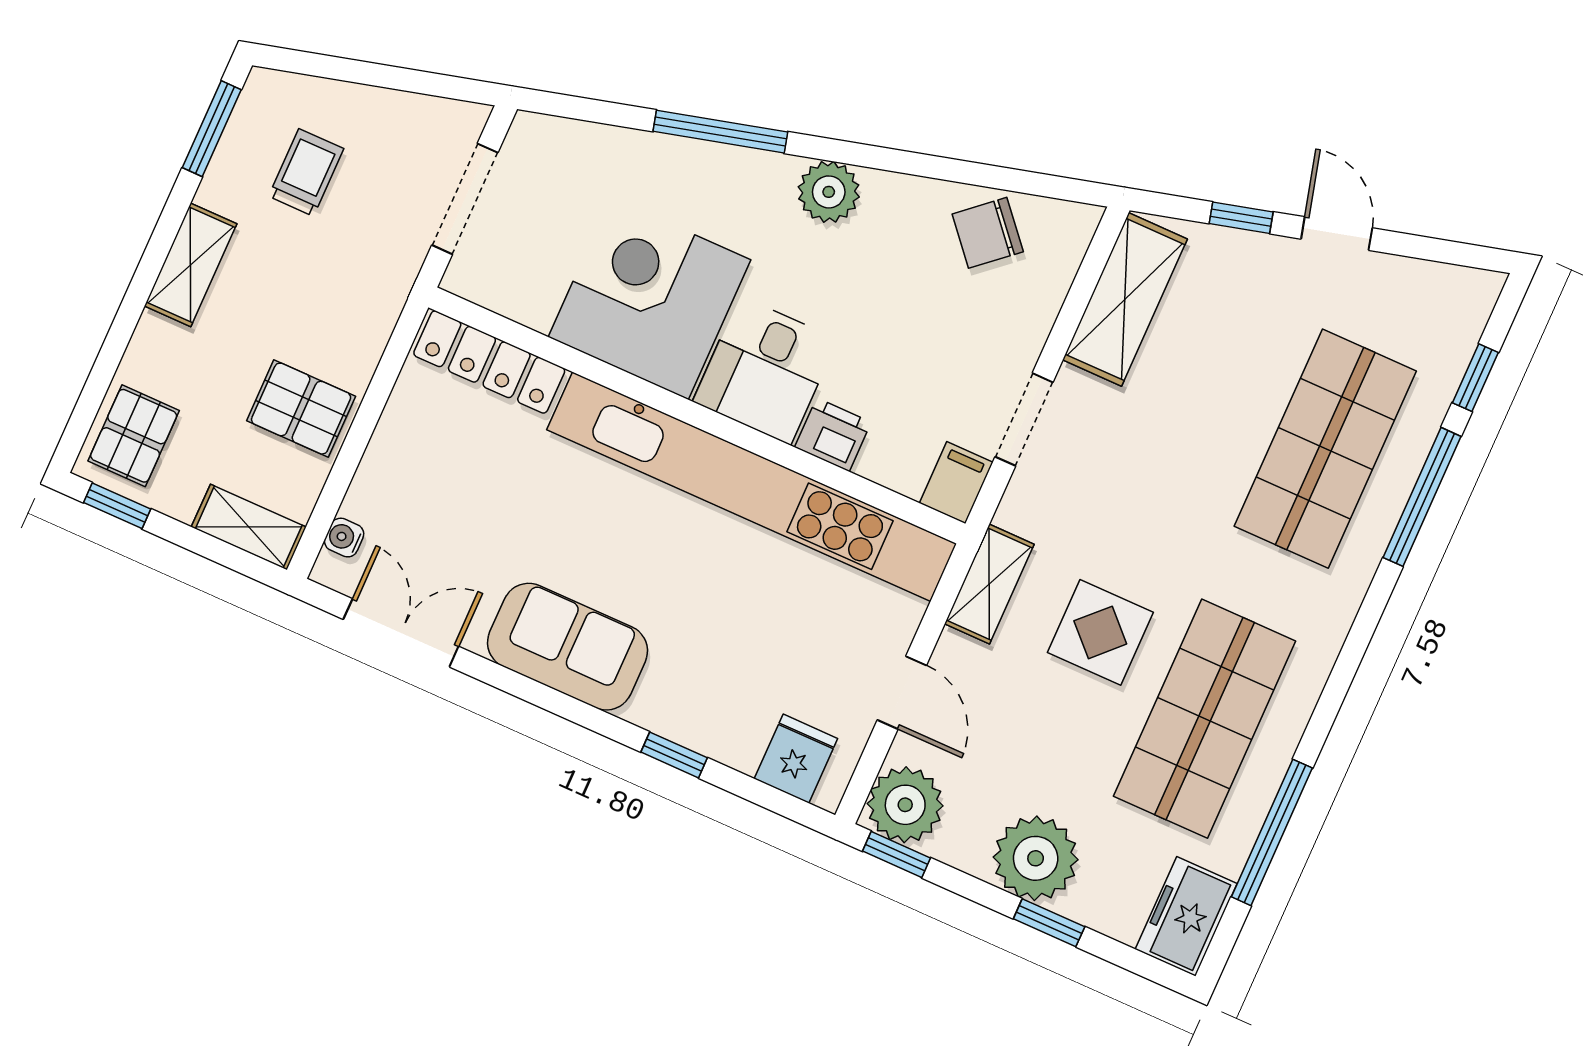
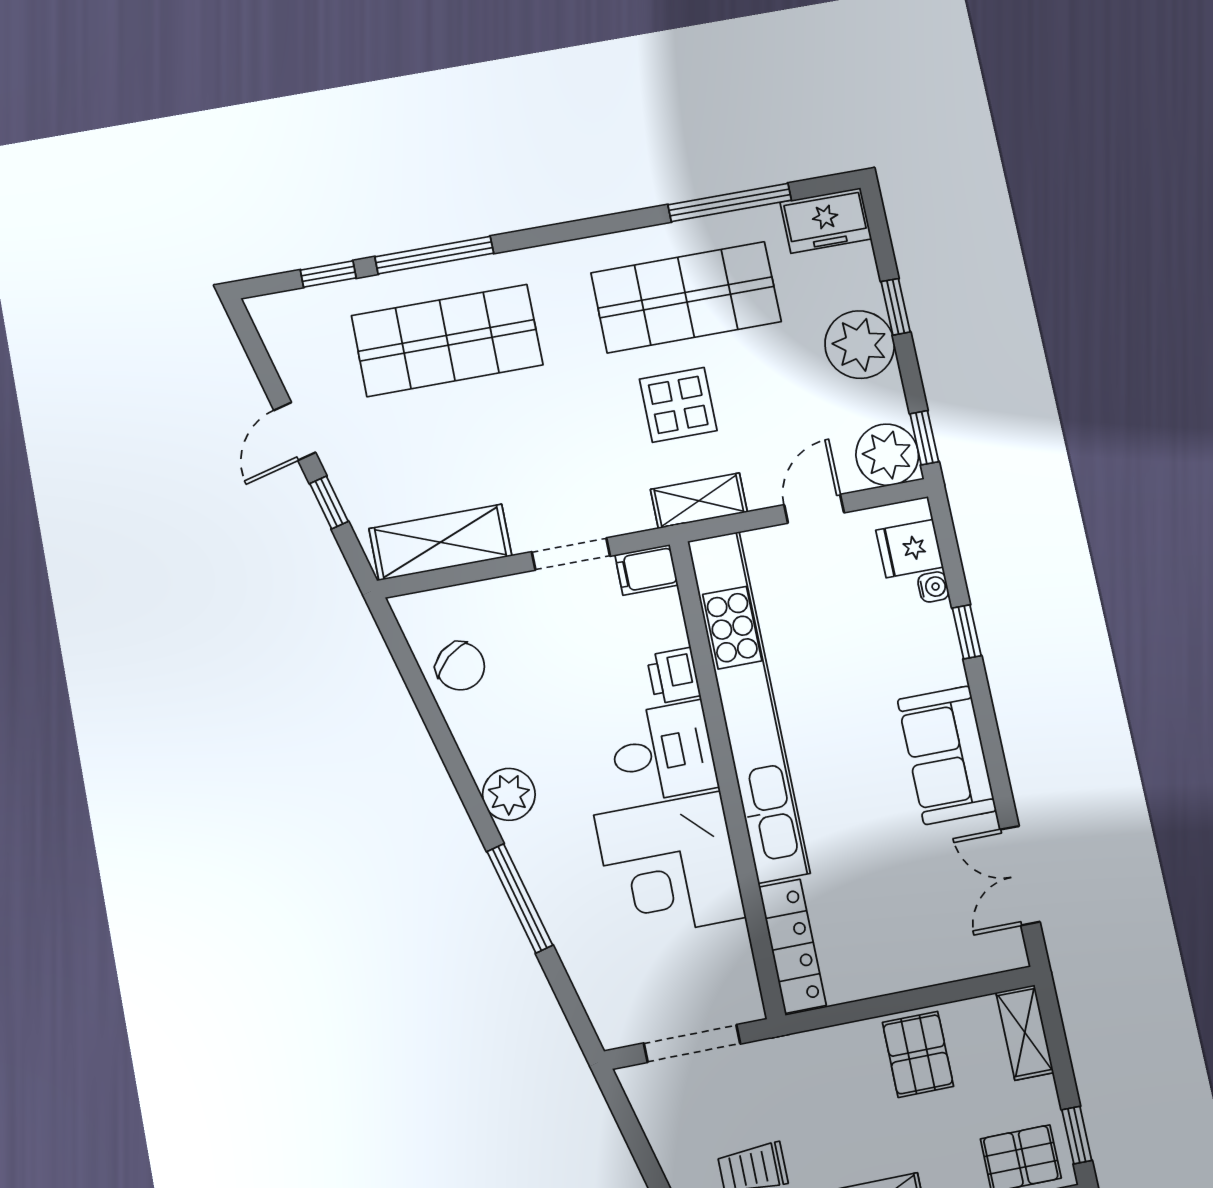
water cooler: (344, 538) -> (933, 587), moved, turned -90

